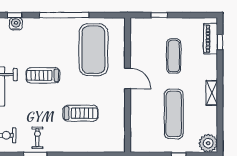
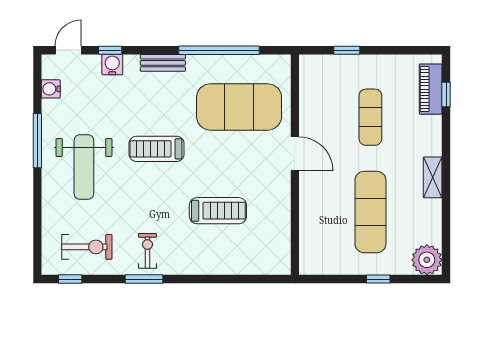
window: (64, 15) -> (219, 50), moved
bench: (47, 23) -> (163, 63), added
exercise mat: (93, 50) -> (239, 107), turned 90

